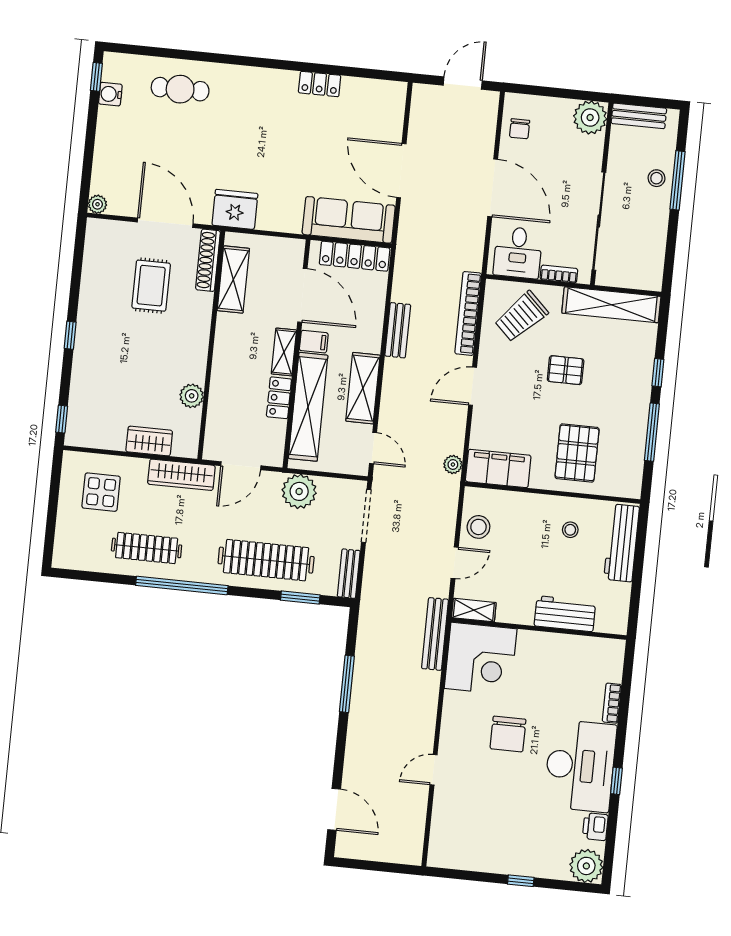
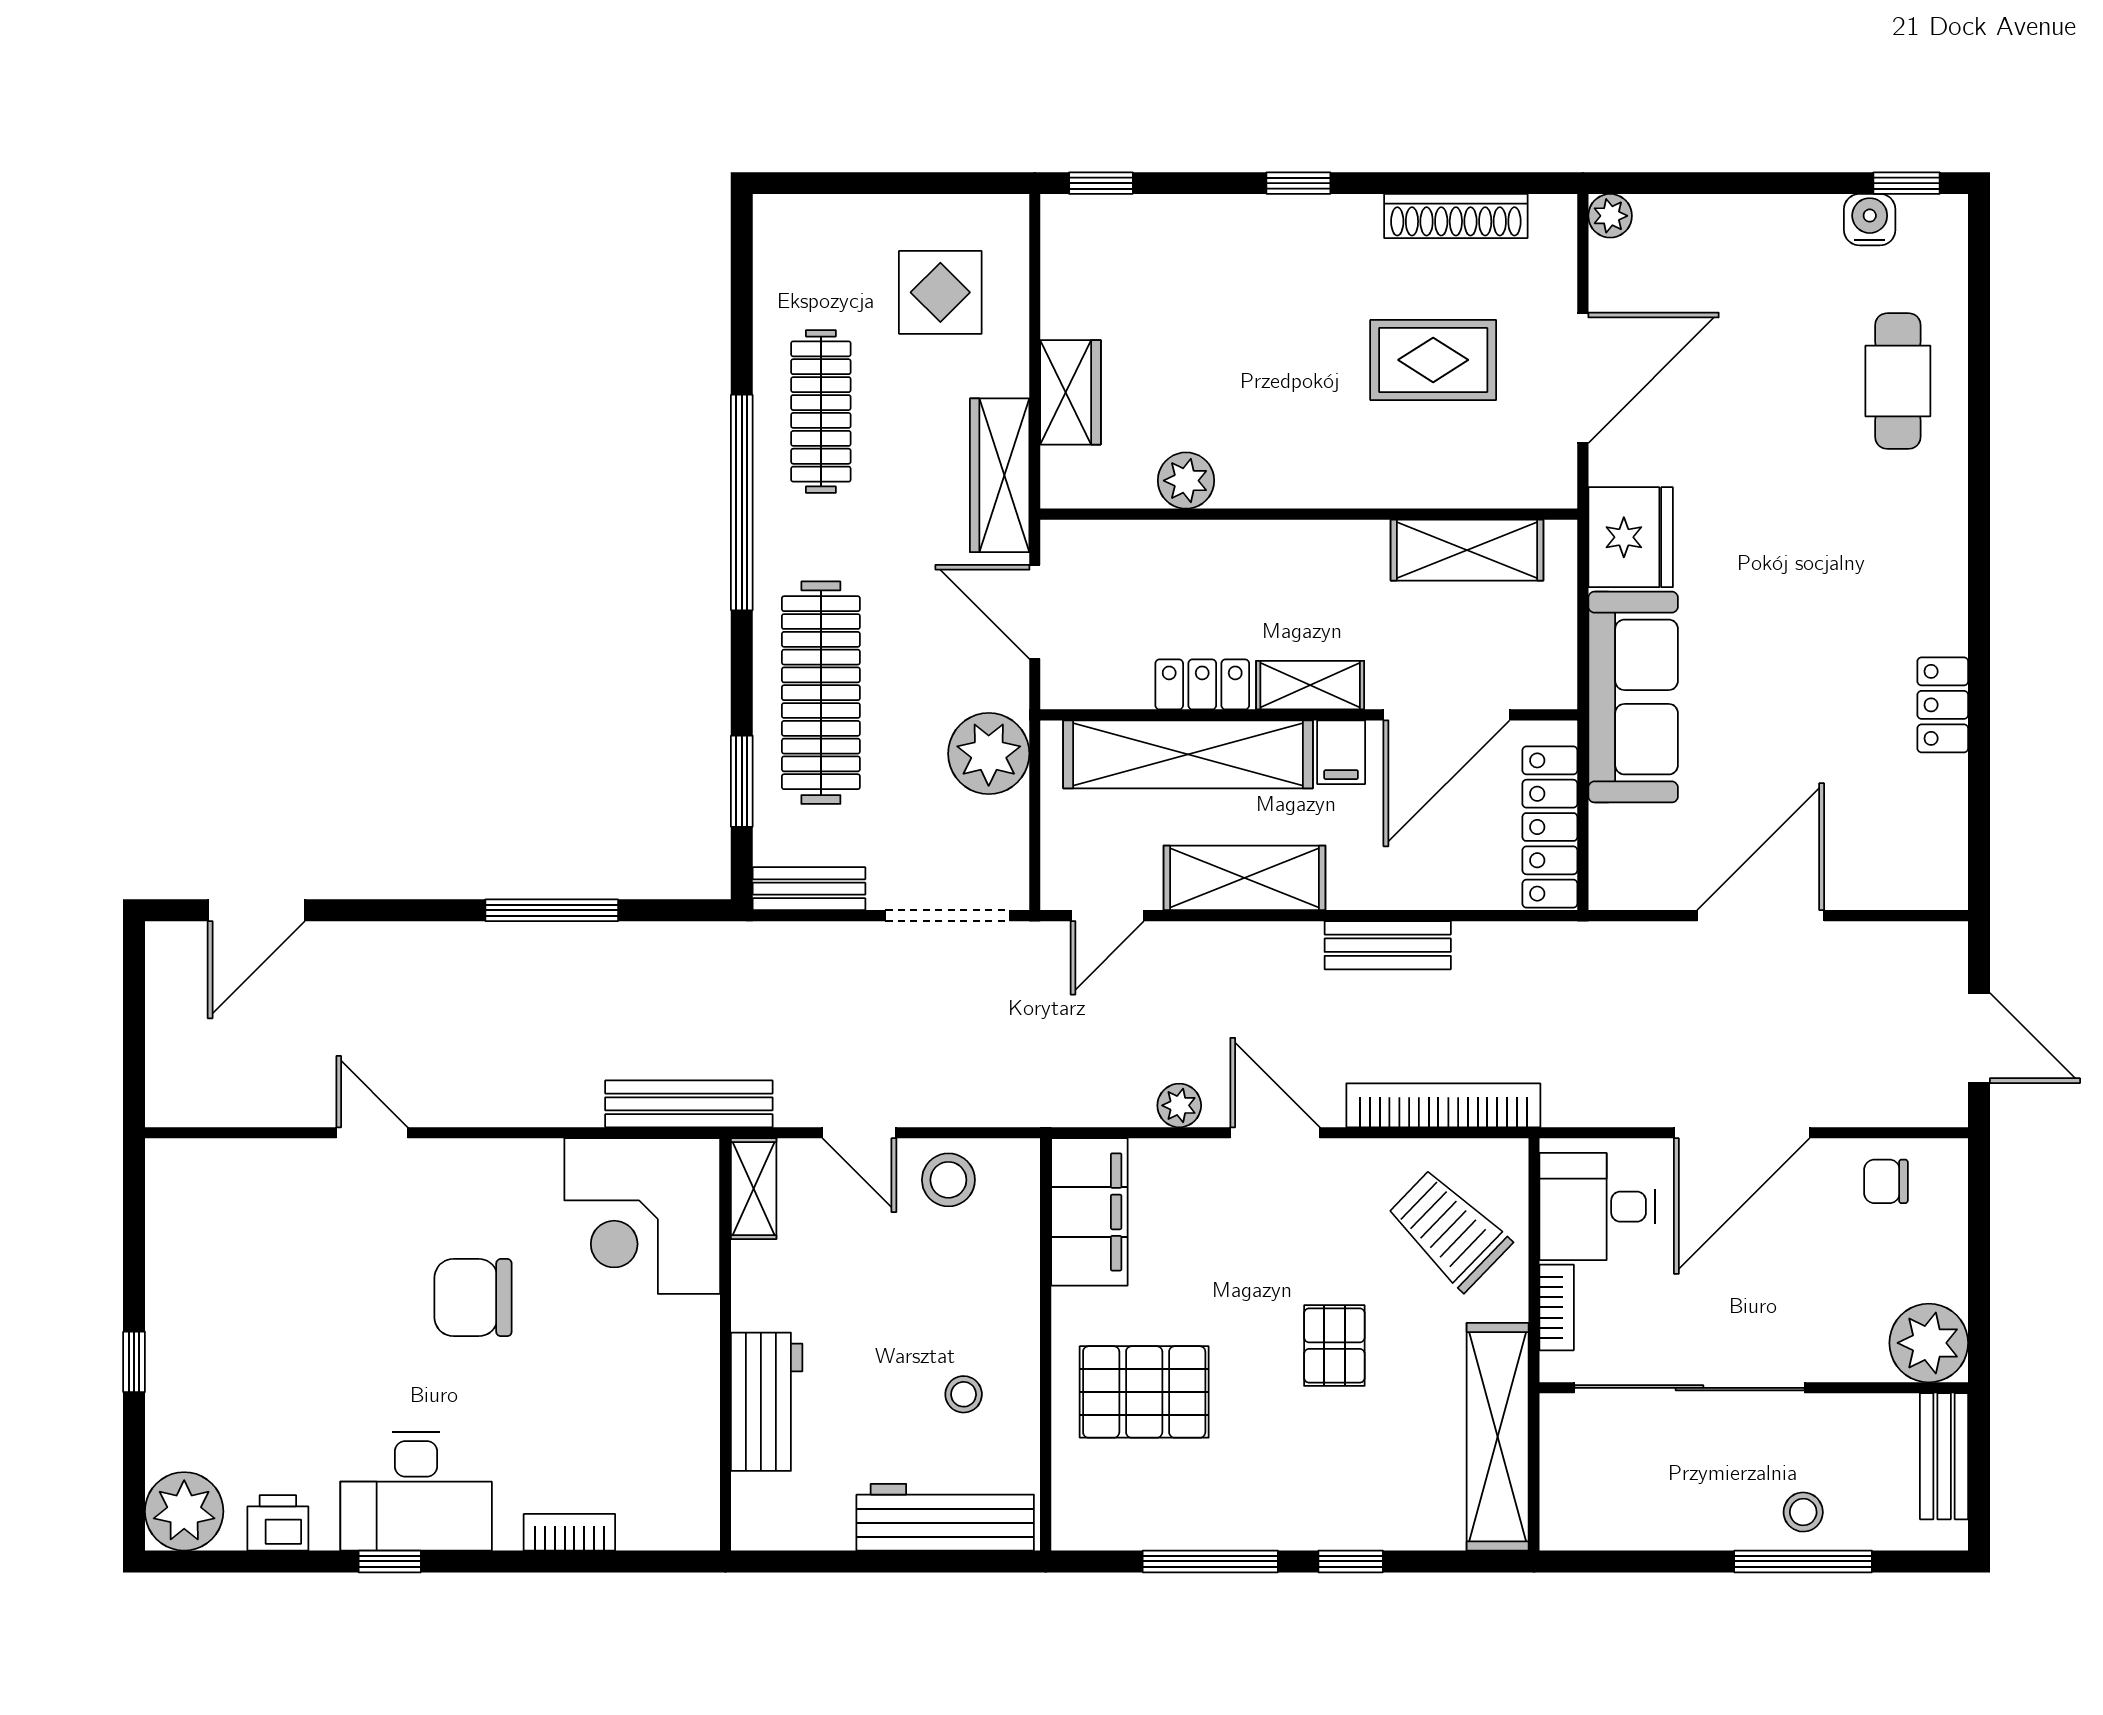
sofa: (349, 220) -> (1633, 697), moved
shoe rack: (208, 260) -> (1456, 216), moved, turned 180
plant: (453, 465) -> (1179, 1105), moved
desk: (580, 766) -> (416, 1491), width x0.73, depth x0.77

